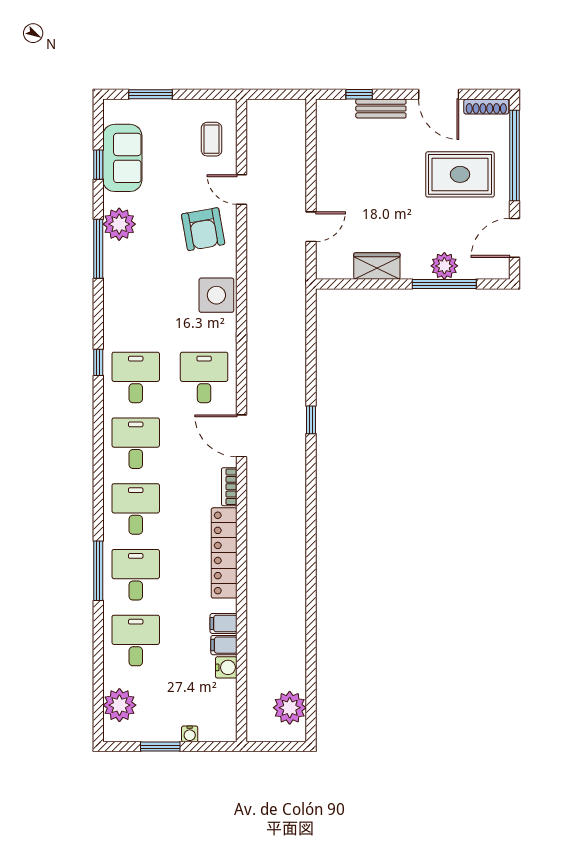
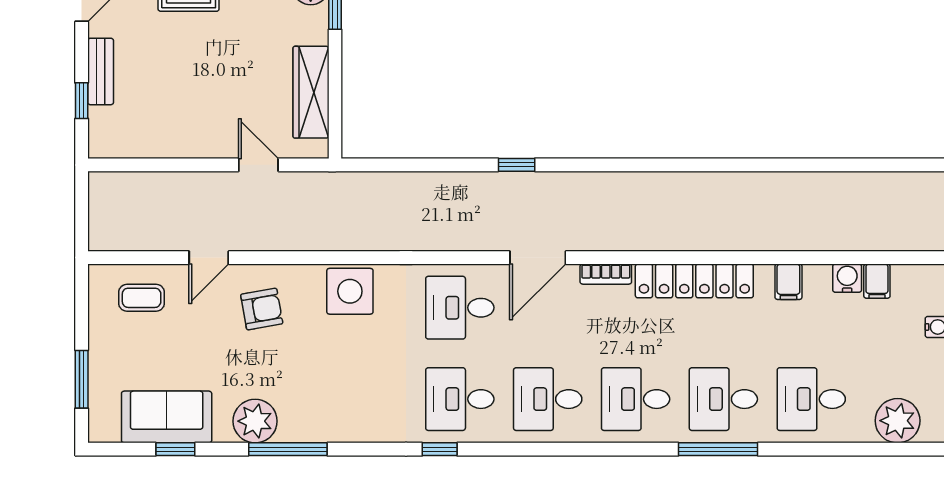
armchair: (203, 229) -> (262, 309), width x0.72, depth x0.72
wardrobe: (377, 266) -> (311, 92), width x1.50
filing cabinet: (224, 645) -> (877, 281), moved
plant: (290, 708) -> (901, 193), removed

